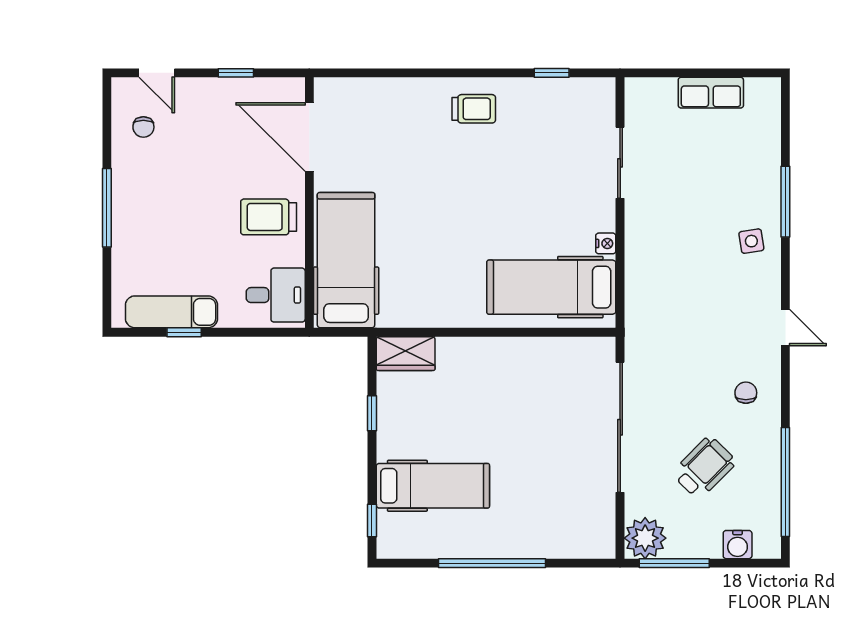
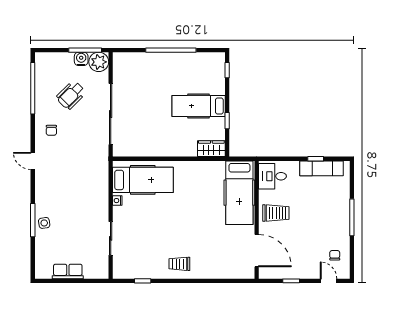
side table: (751, 241) -> (44, 223), moved
hospital bed: (433, 486) -> (199, 106), moved
water cooler: (738, 545) -> (81, 59), moved

